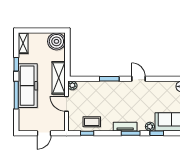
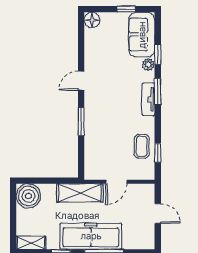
plant: (72, 85) -> (91, 174), removed

